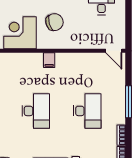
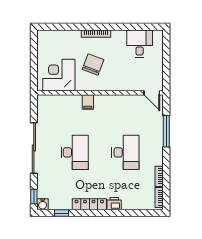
chair: (55, 22) -> (93, 64), turned -53
window: (128, 102) -> (166, 131), moved

